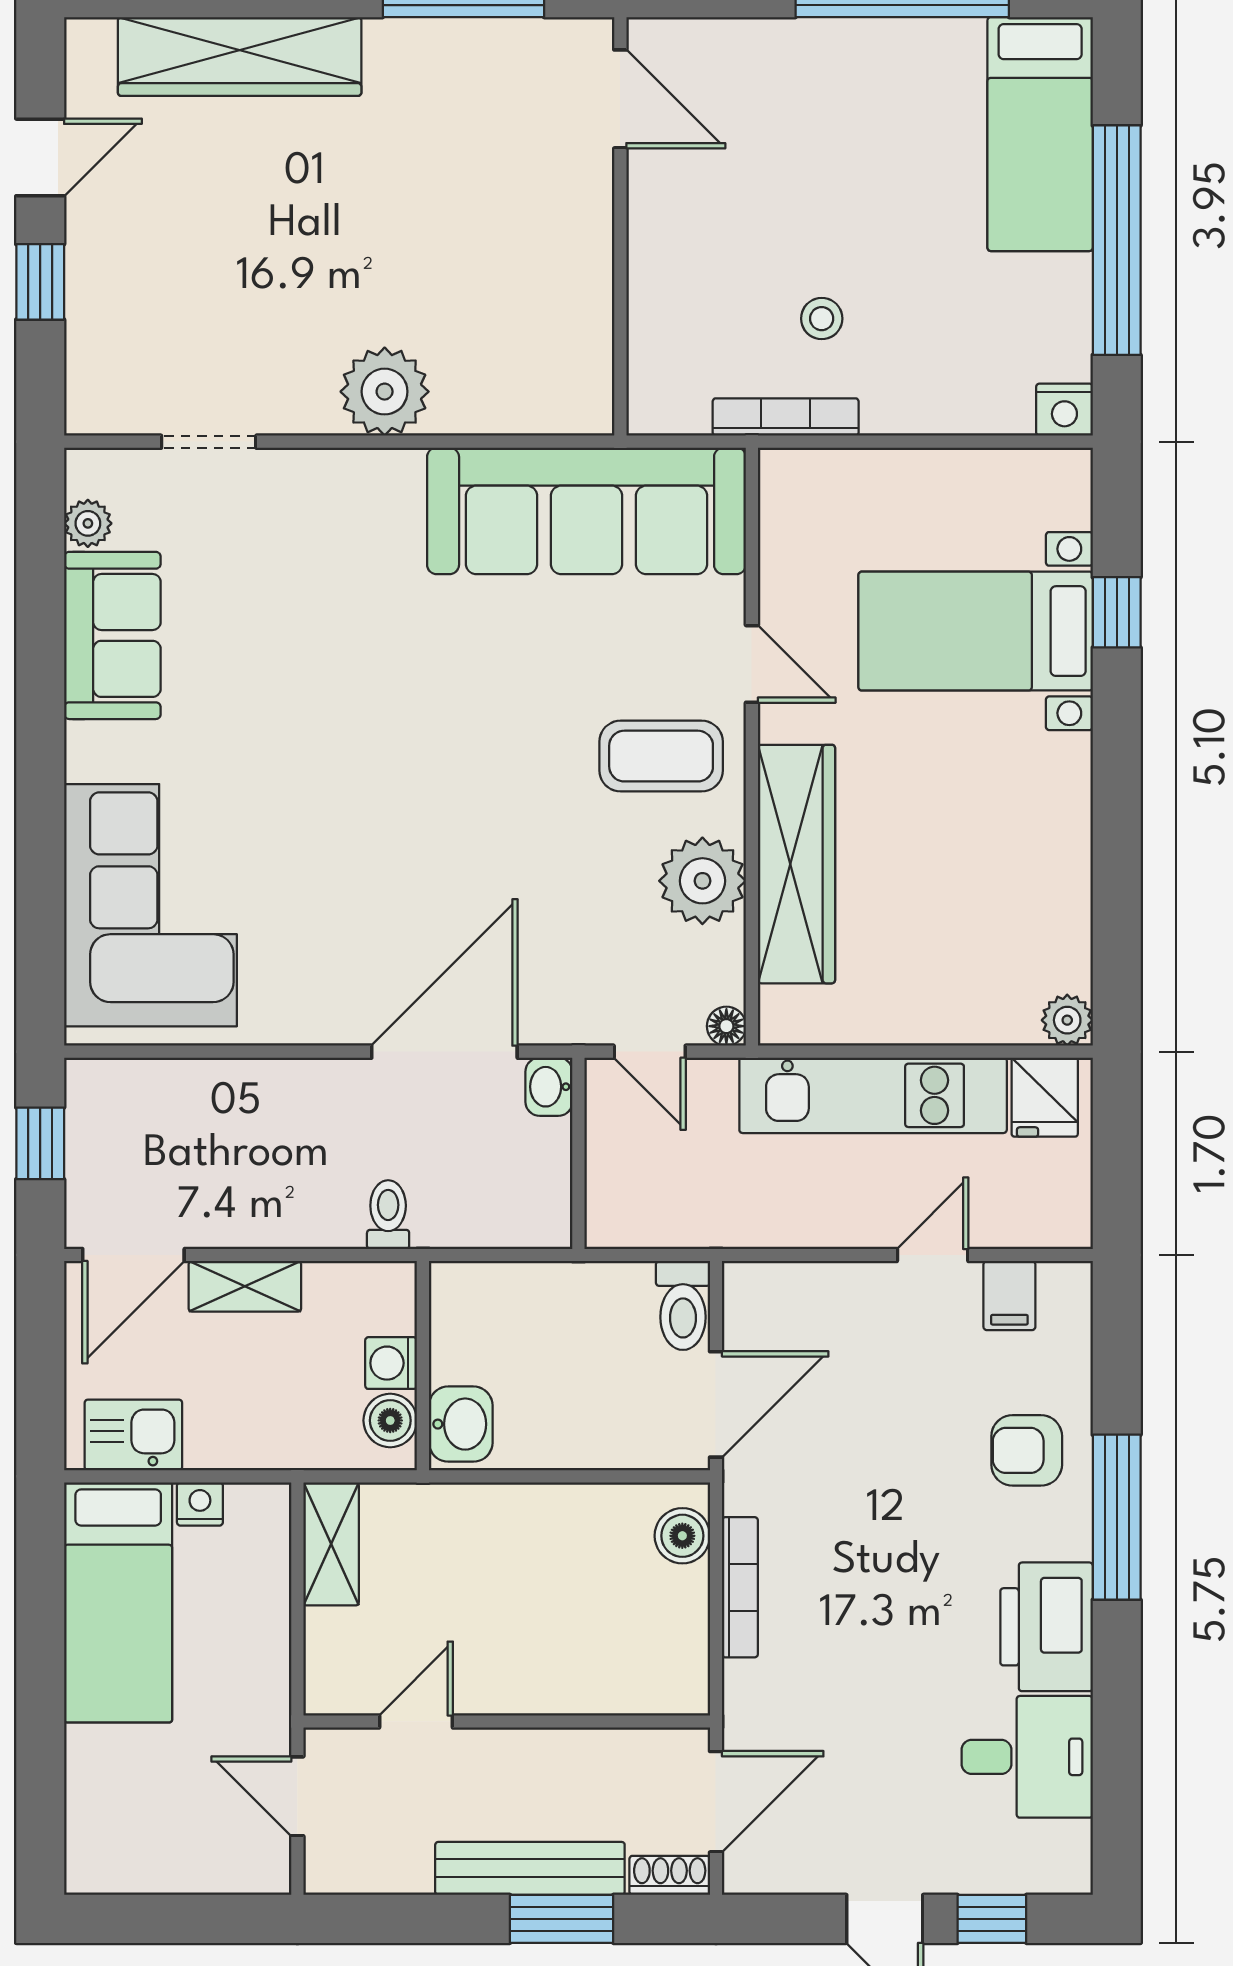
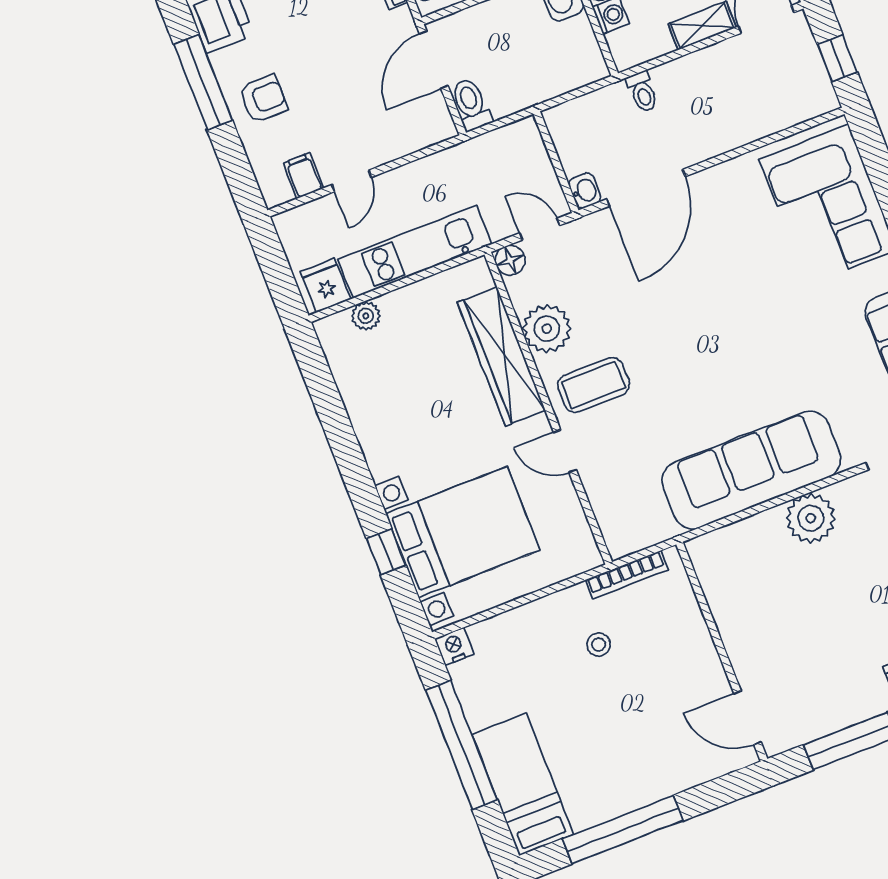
bookcase: (786, 417) -> (627, 575), moved
sofa: (587, 511) -> (751, 470), moved
bed with nightstands: (976, 631) -> (463, 532), width x1.36
plant: (1067, 1020) -> (366, 316), moved
floor lamp: (726, 1026) -> (510, 260), width x1.37, depth x1.37

